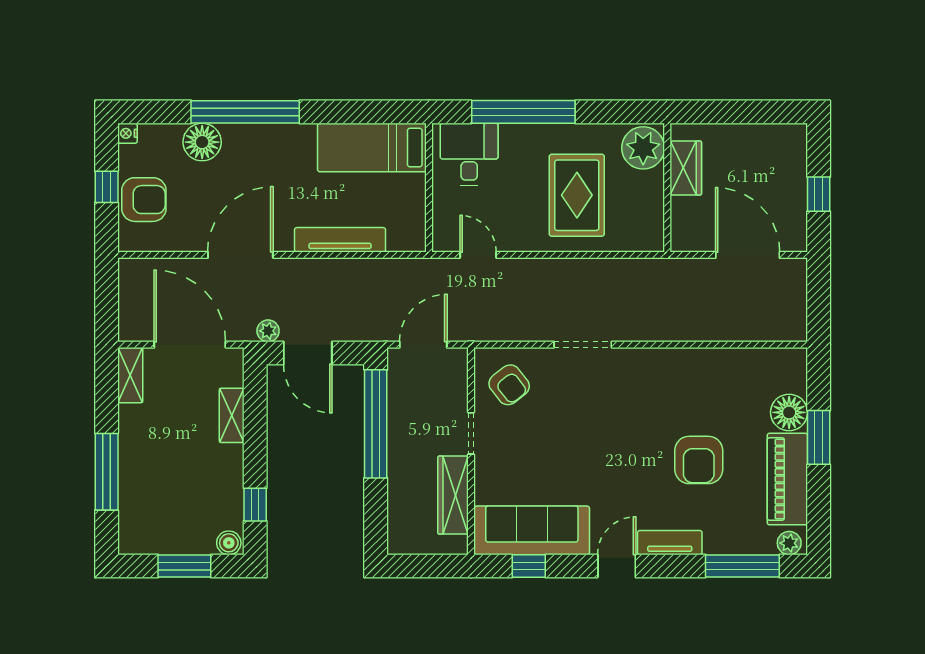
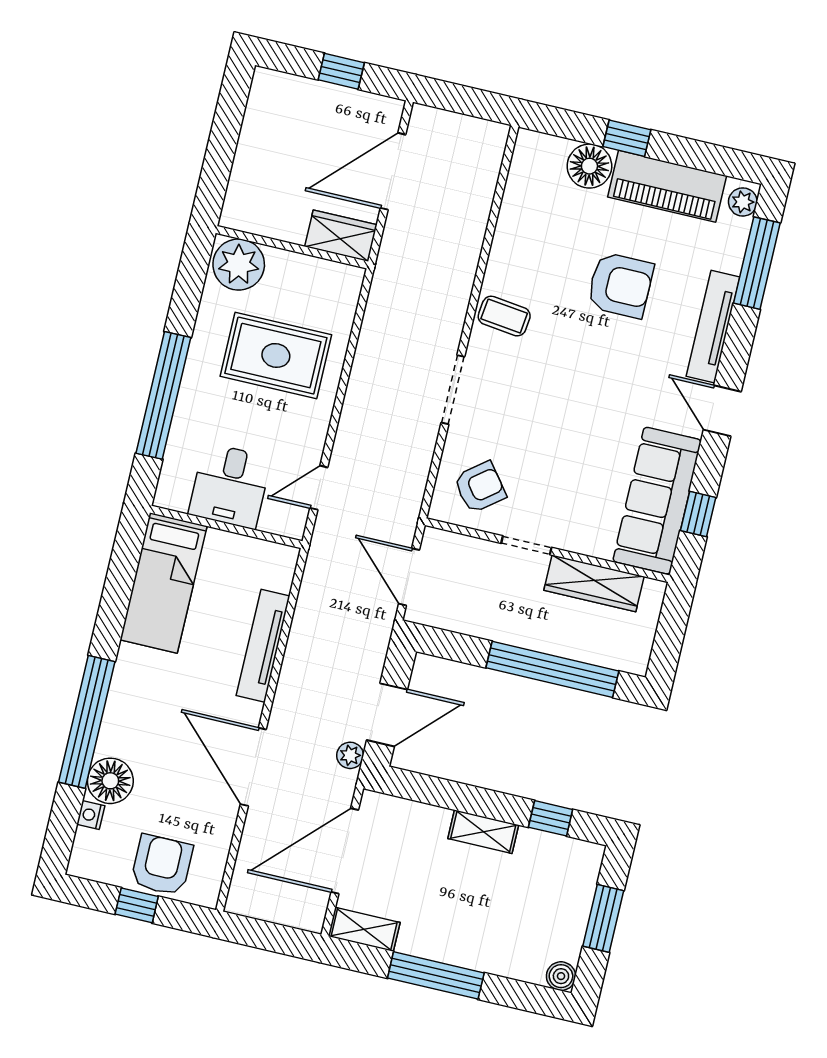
nightstand: (127, 133) -> (91, 815), moved, turned 90
desk: (469, 154) -> (230, 486), moved, turned -90
wardrobe: (686, 168) -> (341, 236), moved
coffee table: (652, 372) -> (504, 316), added
shelving: (232, 415) -> (483, 832), moved
window: (376, 424) -> (552, 669), moved
window: (819, 437) -> (627, 138), width x0.67
window: (107, 472) -> (436, 975), moved
boiler: (229, 543) -> (561, 976), moved
tv unit: (670, 543) -> (713, 327), width x1.41

